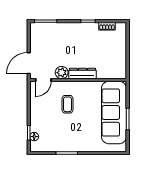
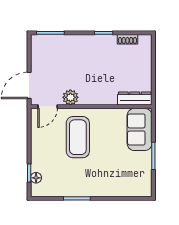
dresser: (82, 73) -> (135, 99), moved
coffee table: (68, 104) -> (78, 137), width x1.86, depth x1.72
sofa: (114, 113) -> (140, 129), width x0.54, depth x0.79

